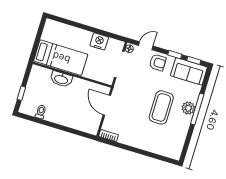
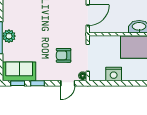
armchair: (158, 62) -> (64, 55), moved
door: (107, 105) -> (88, 15), hinge flipped
coffee table: (161, 107) -> (35, 29), removed

